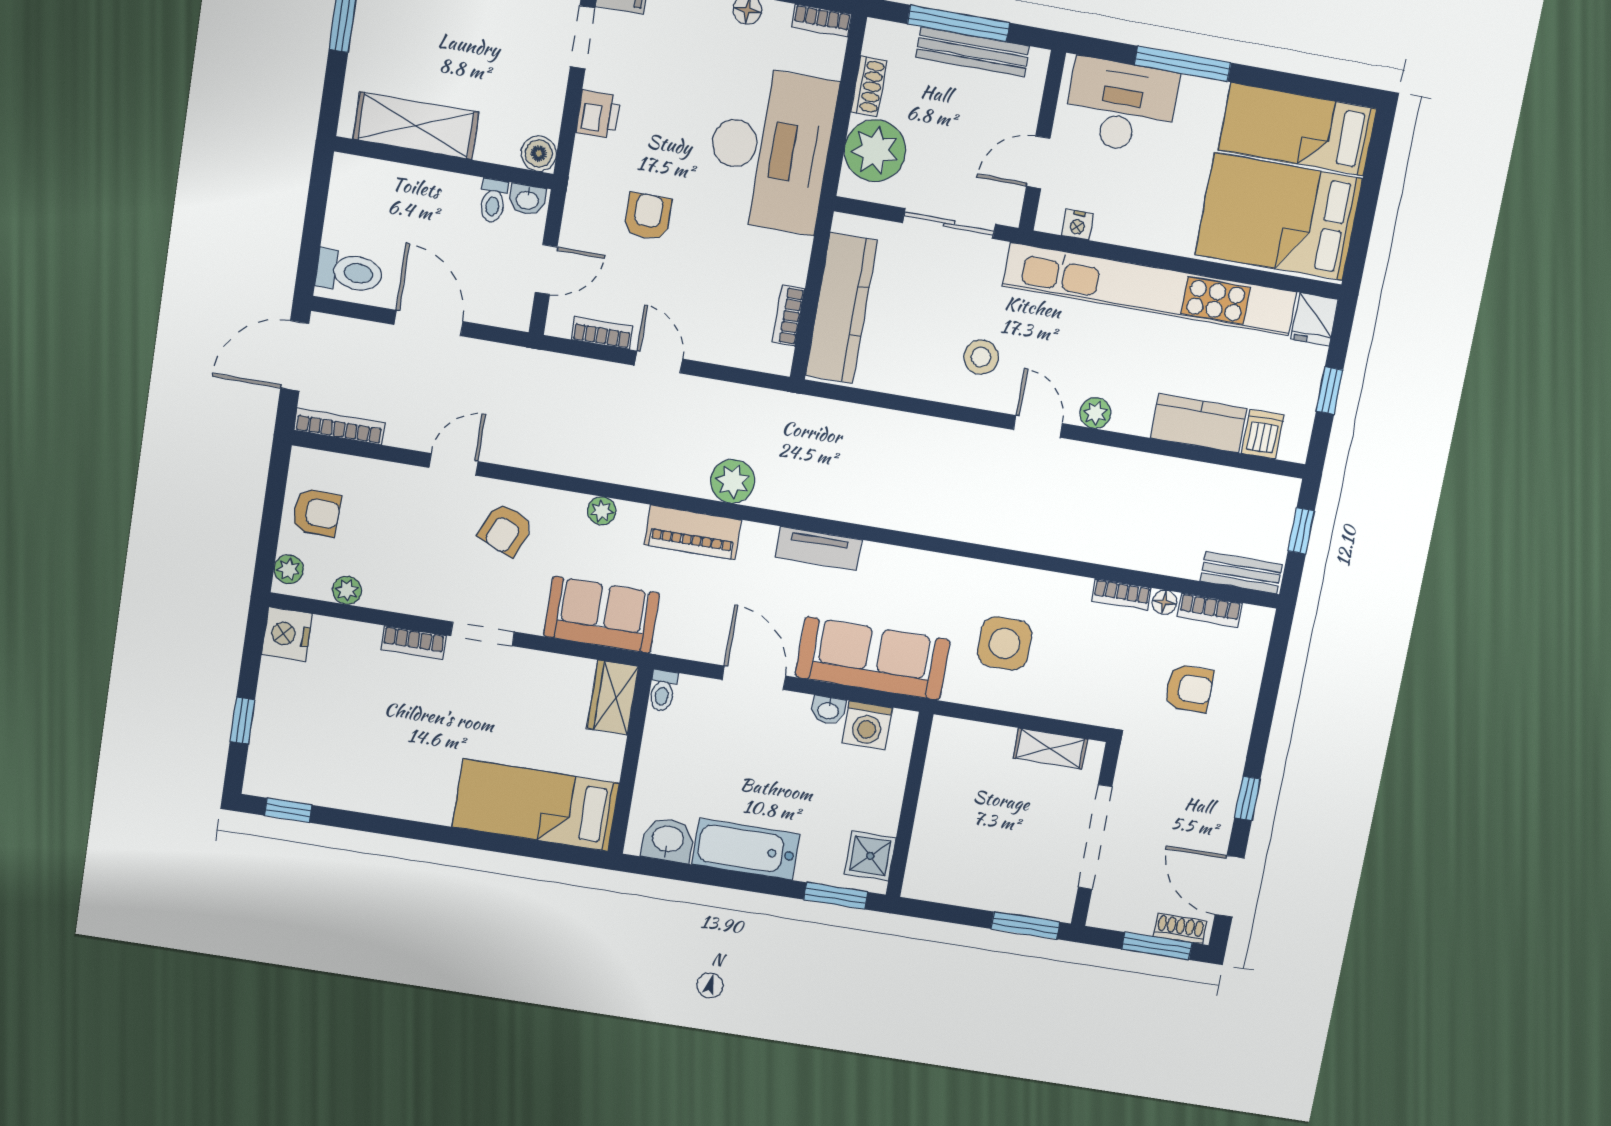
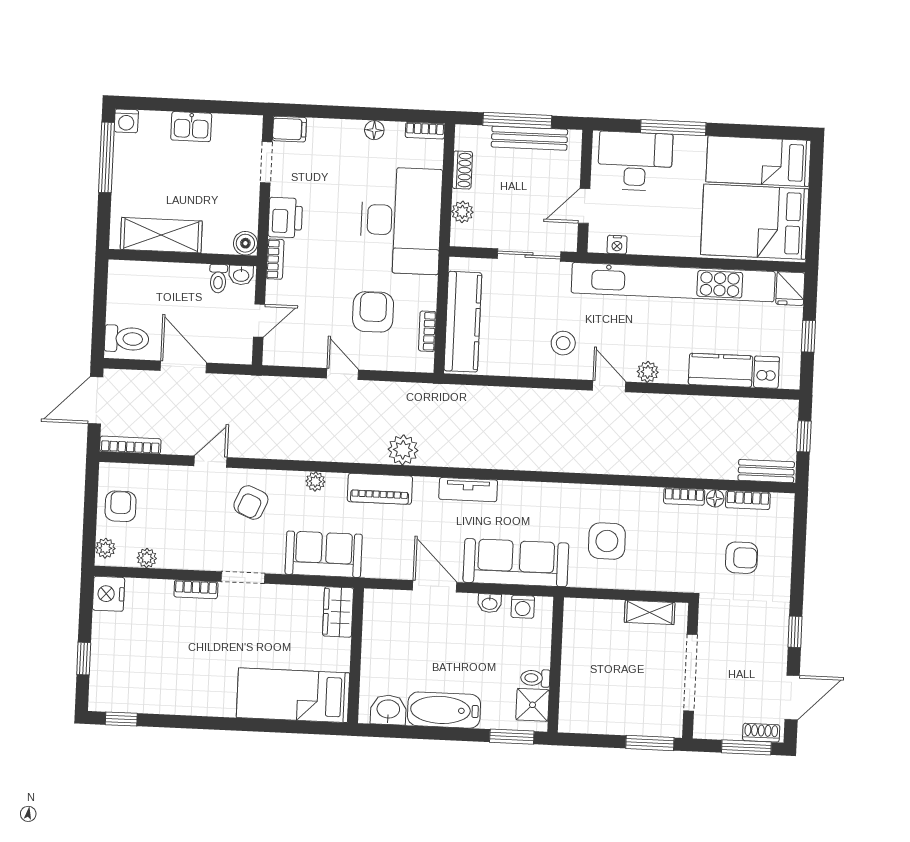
printer: (598, 115) -> (285, 218), width x1.36, depth x1.24
plant: (875, 151) -> (462, 212), width x0.53, depth x0.53
armchair: (648, 217) -> (373, 312), moved, width x1.38, depth x1.38
bookcase: (602, 333) -> (275, 259), moved, turned 90
armchair: (317, 512) -> (121, 506), turned -92
toilet: (663, 691) -> (535, 678), moved, turned 90
washing machine: (867, 725) -> (523, 607), width x0.73, depth x0.73
door: (1230, 886) -> (792, 698), swing flipped

